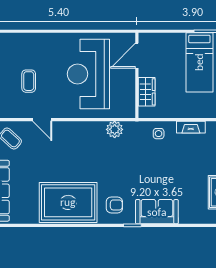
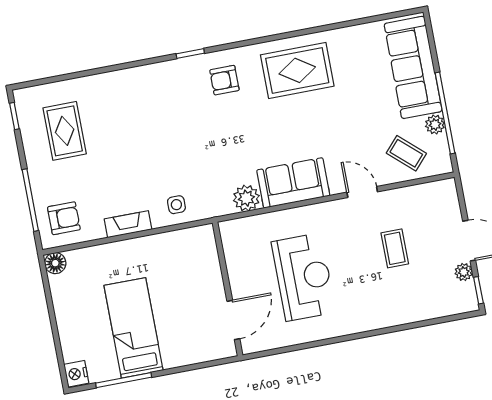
reception desk: (88, 74) -> (304, 277), width x0.74, depth x0.77
wardrobe: (147, 92) -> (207, 266), removed
rug: (68, 202) -> (297, 70), width x0.73, depth x0.69
sofa: (157, 212) -> (293, 183), moved, turned 180

